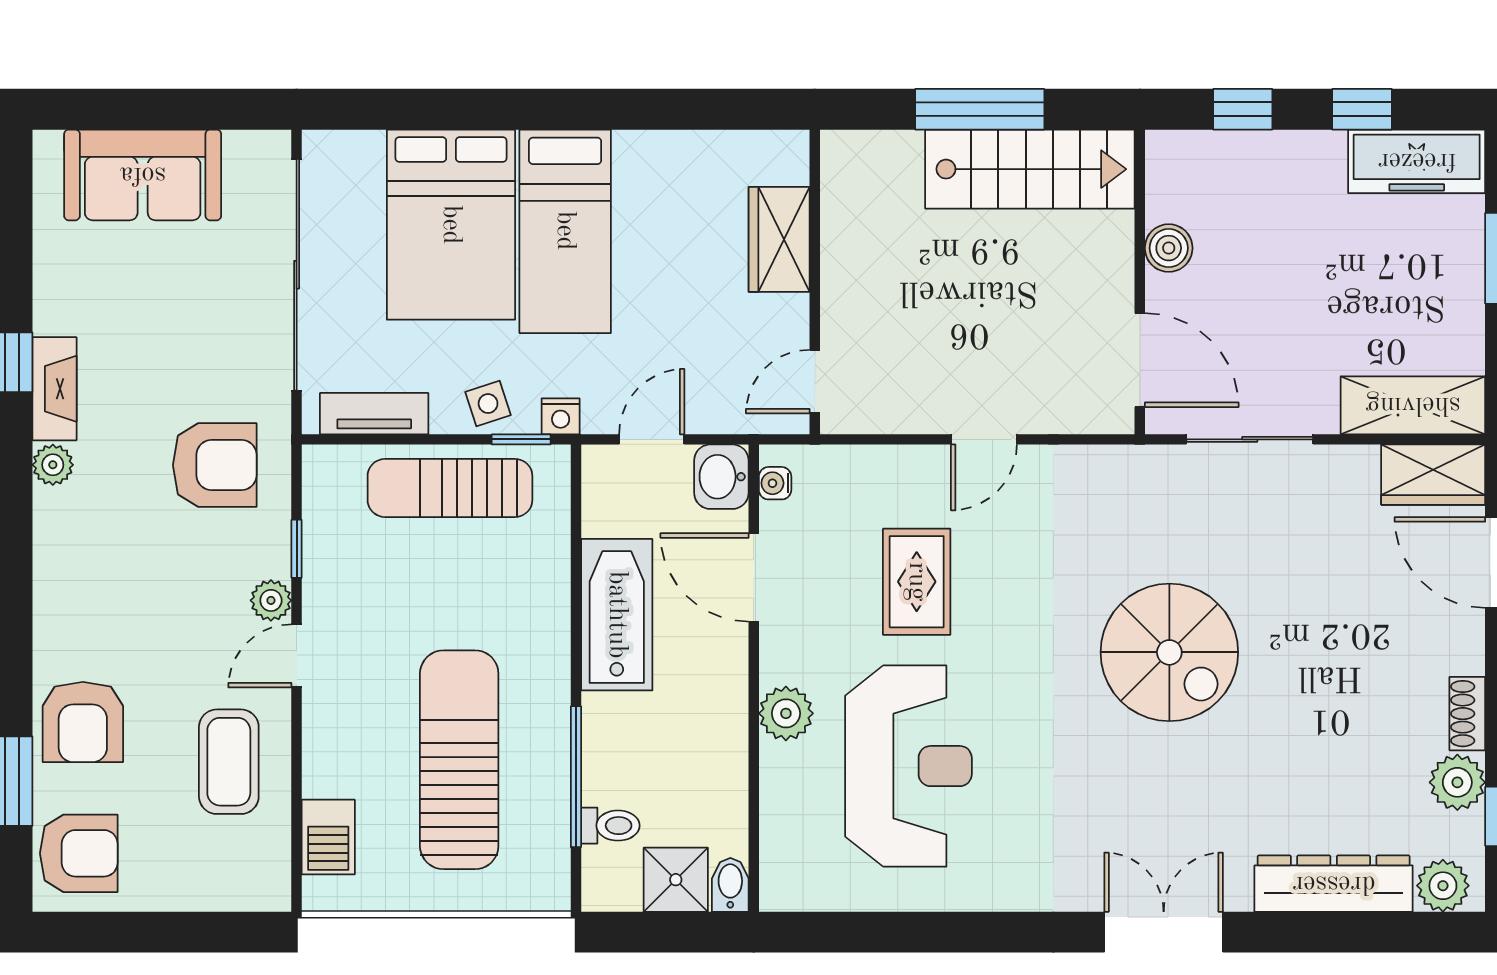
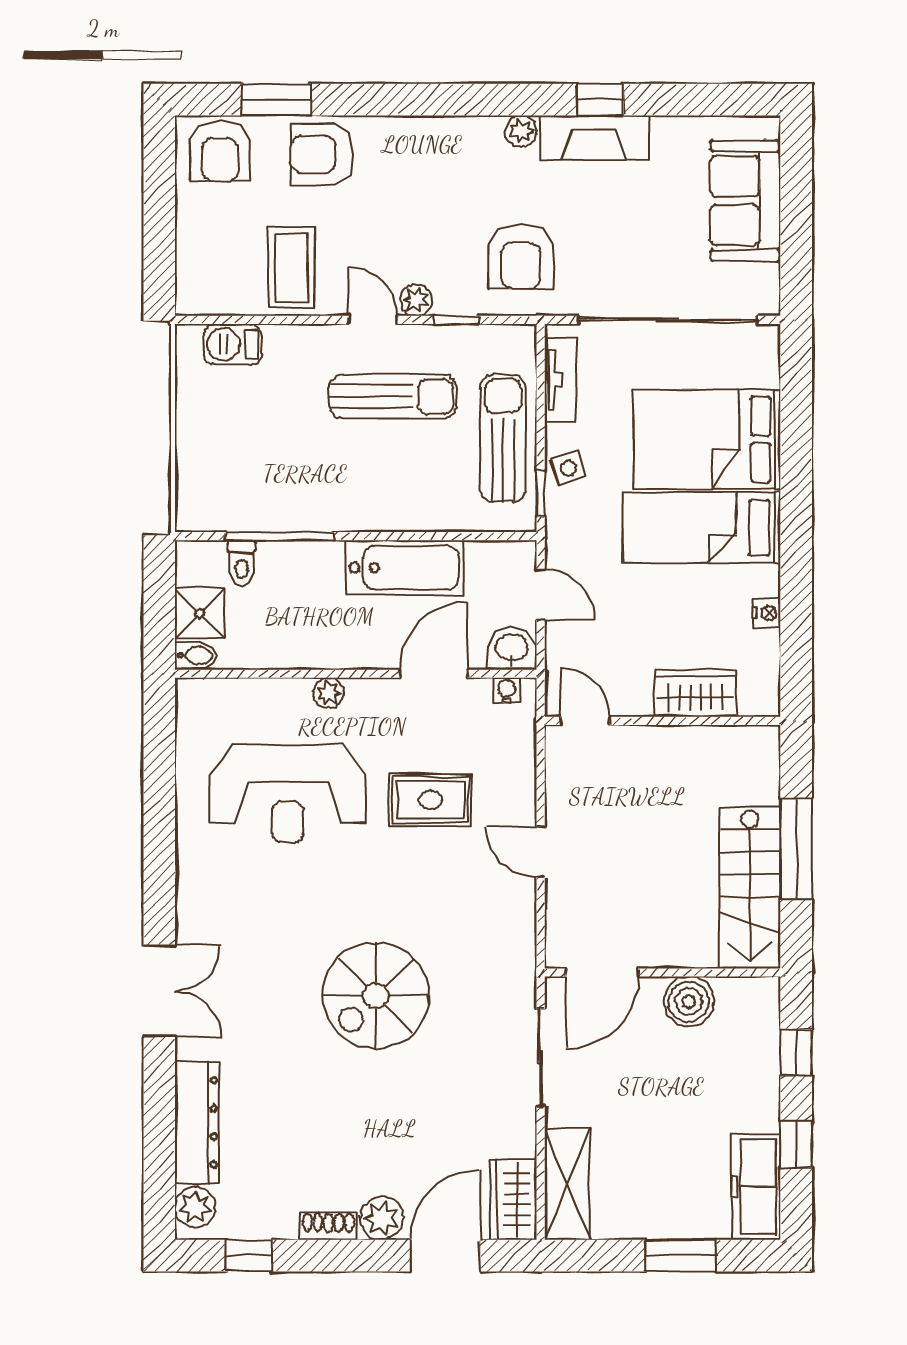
boiler: (1169, 248) -> (689, 1002), width x1.36, depth x1.36
fireplace: (54, 389) -> (595, 138), width x1.37, depth x1.32
nightstand: (561, 416) -> (767, 613), moved, turned 180
plant: (786, 713) -> (329, 693), width x0.73, depth x0.73
sun lounger: (459, 760) -> (393, 397), moved, width x0.73, depth x0.75
coffee table: (229, 762) -> (291, 267), turned 90
plant: (1457, 782) -> (382, 1218), moved

